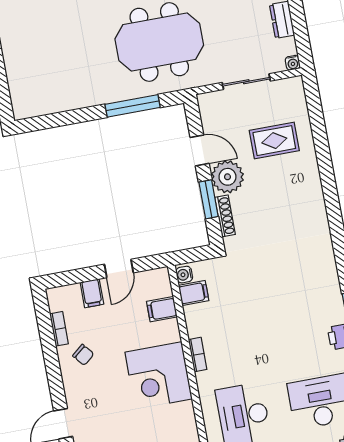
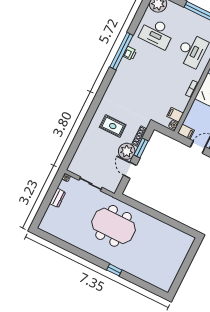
window: (133, 106) -> (143, 208), removed
rug: (274, 141) -> (113, 126), moved
filing cabinet: (162, 309) -> (186, 132), moved

